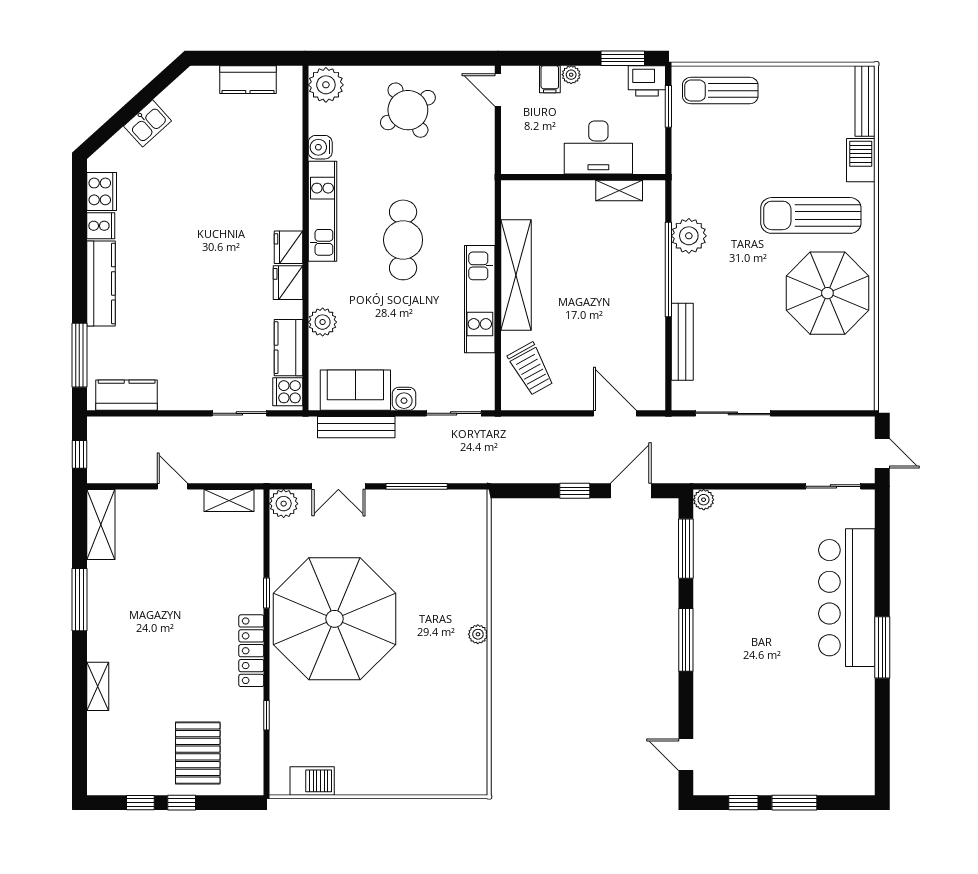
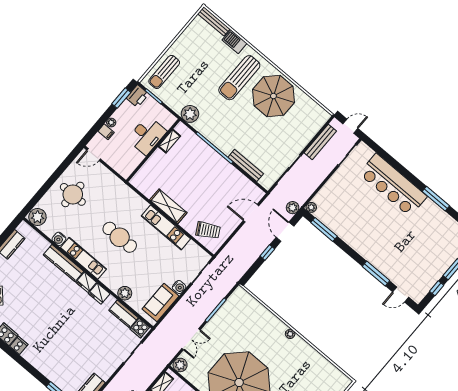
round table: (408, 110) -> (73, 194), turned 32
plant: (689, 236) -> (190, 114), moved
shelving: (516, 275) -> (168, 206), width x0.68
kitchen counter: (101, 283) -> (63, 263), moved, turned 180
bench: (356, 427) -> (320, 142), moved
plant: (678, 471) -> (293, 208), added
window: (686, 640) -> (376, 274), moved
window: (882, 647) -> (436, 199), moved

